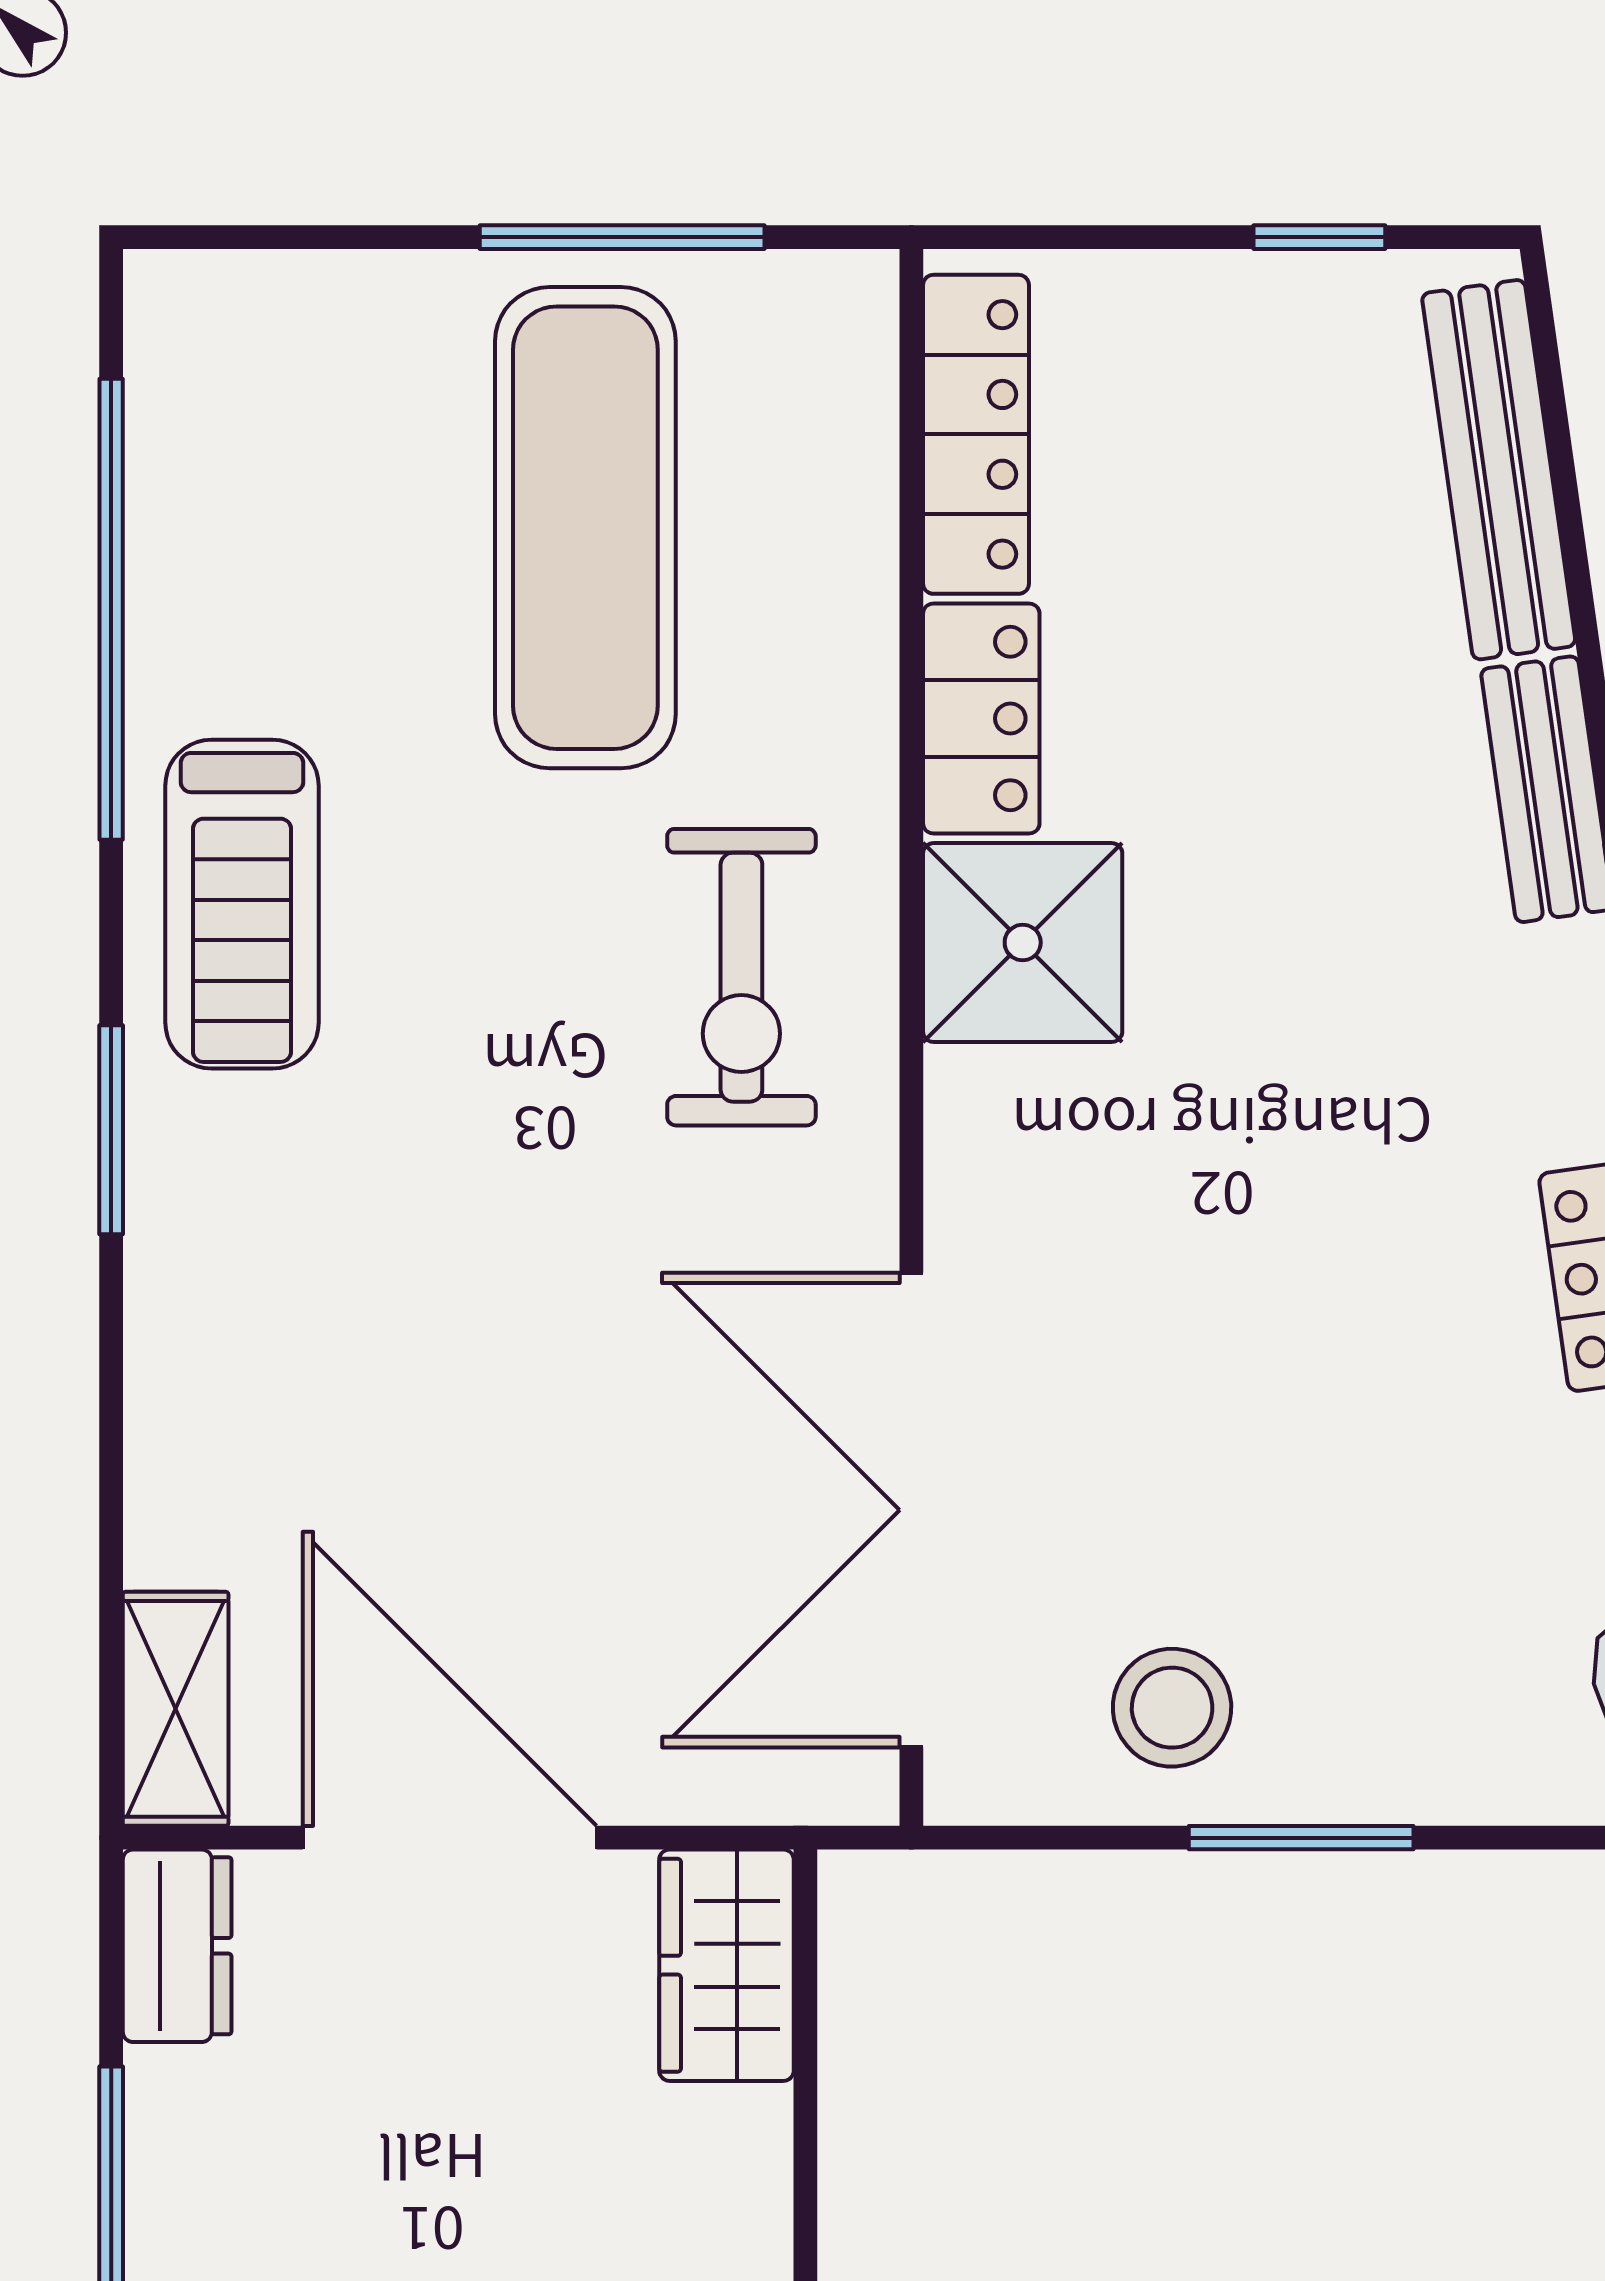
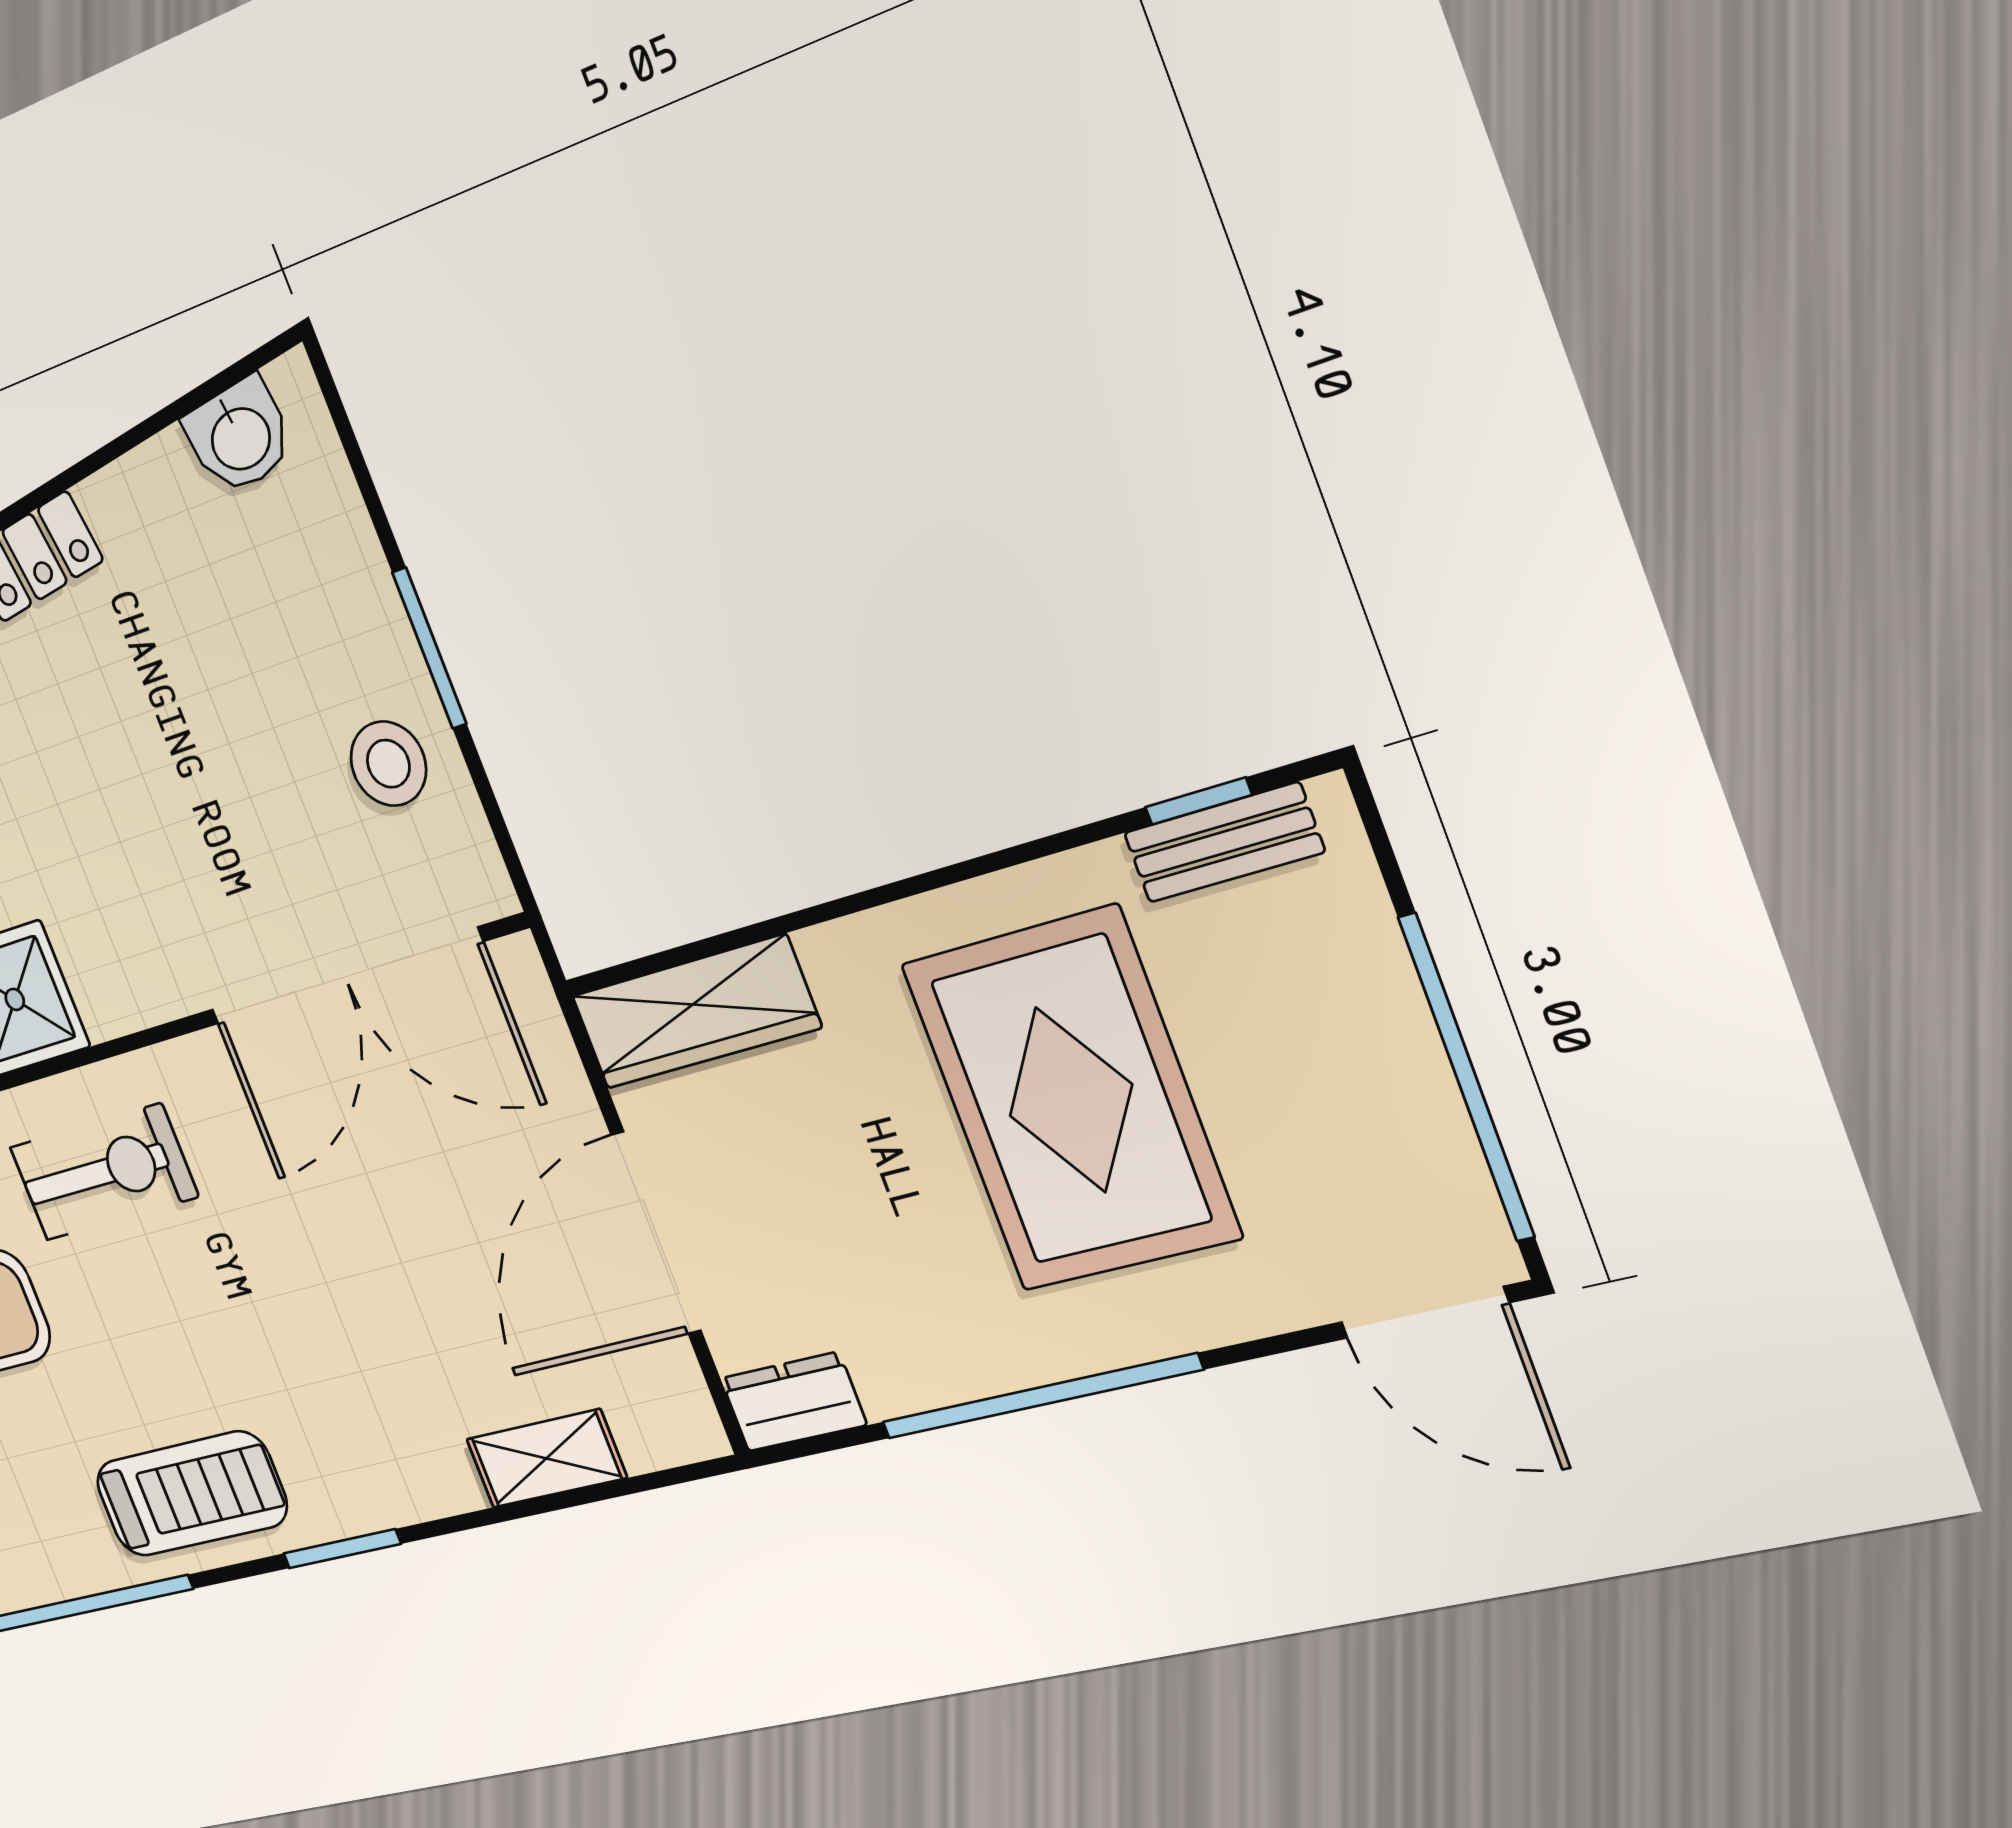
shelving: (176, 1709) -> (546, 1458), moved
wardrobe: (727, 1965) -> (696, 1012), width x1.50

